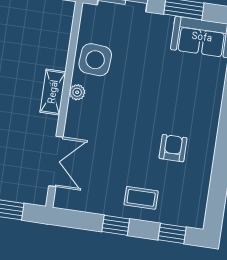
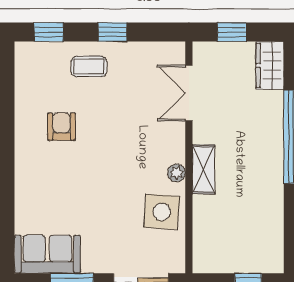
armchair: (173, 148) -> (62, 127), turned 180

